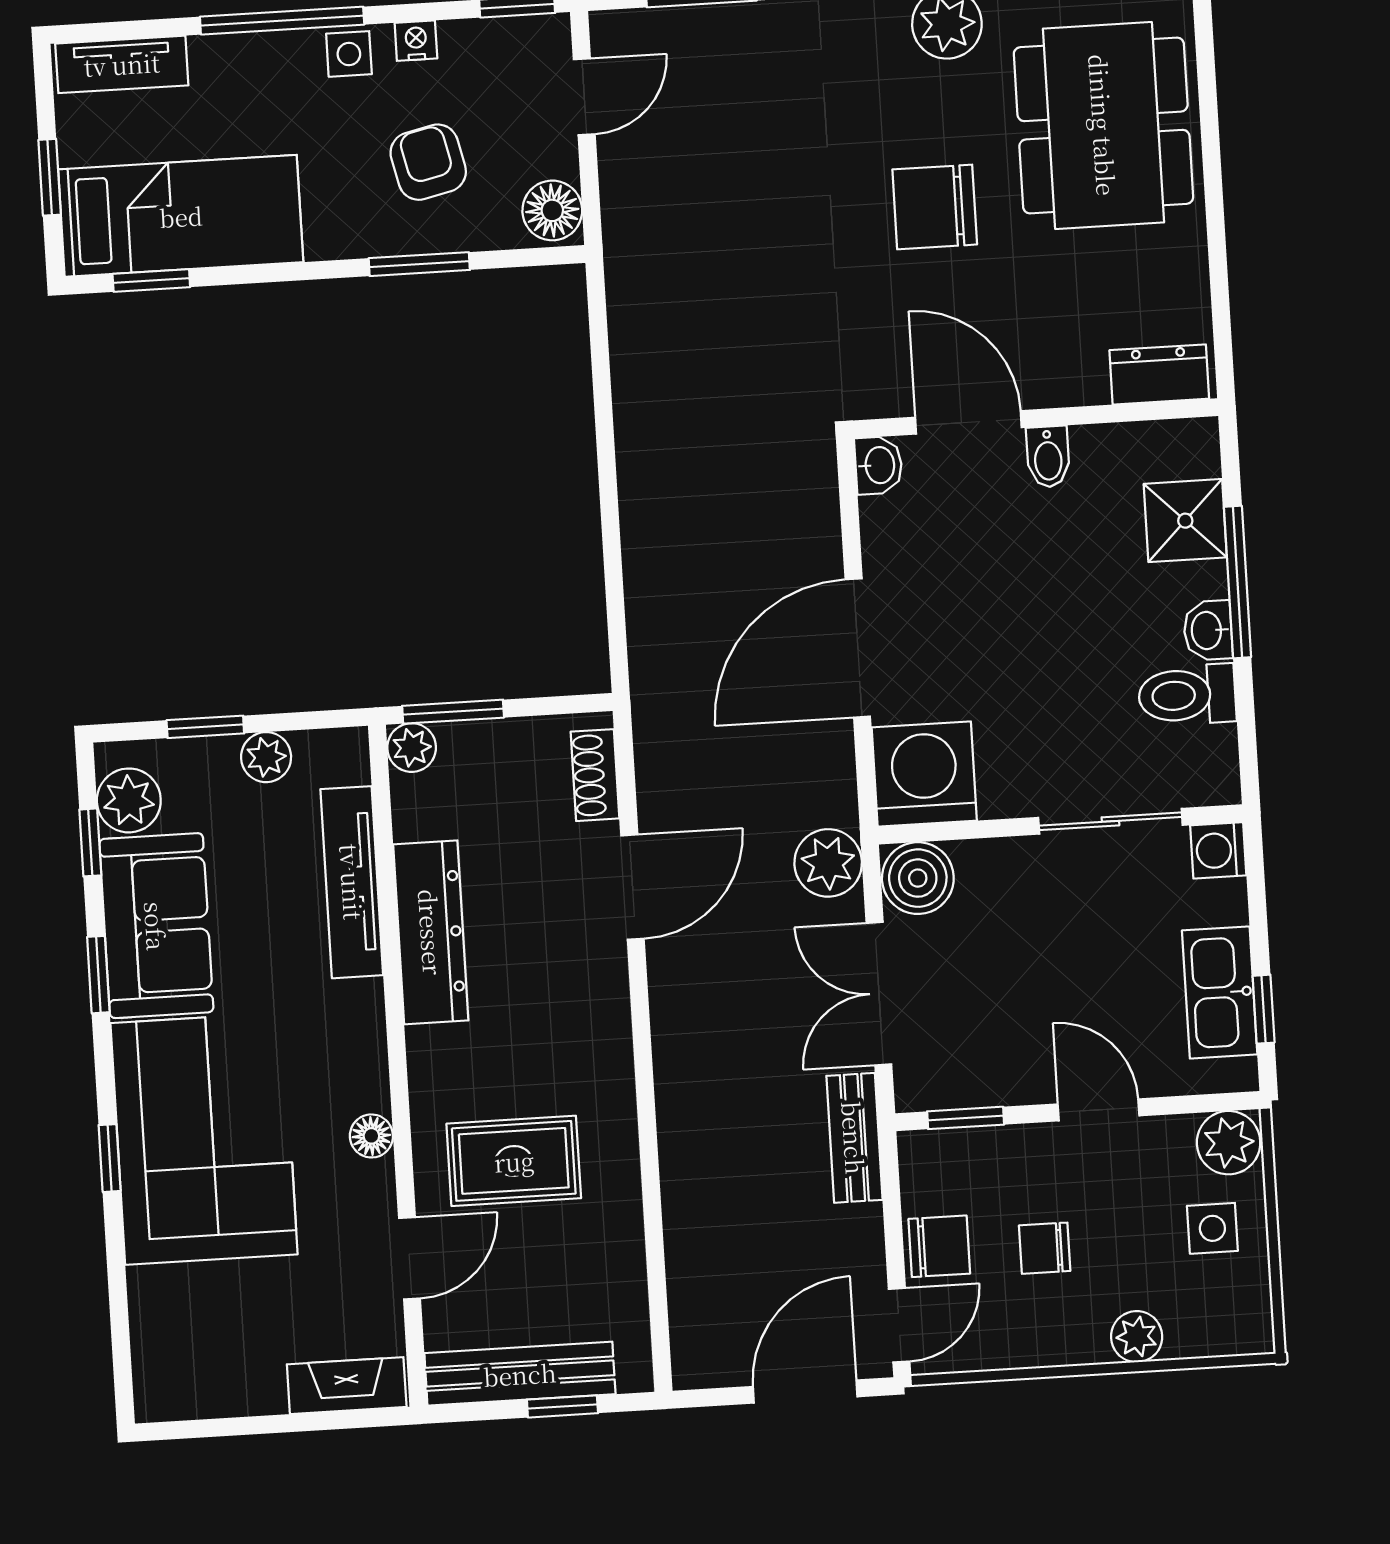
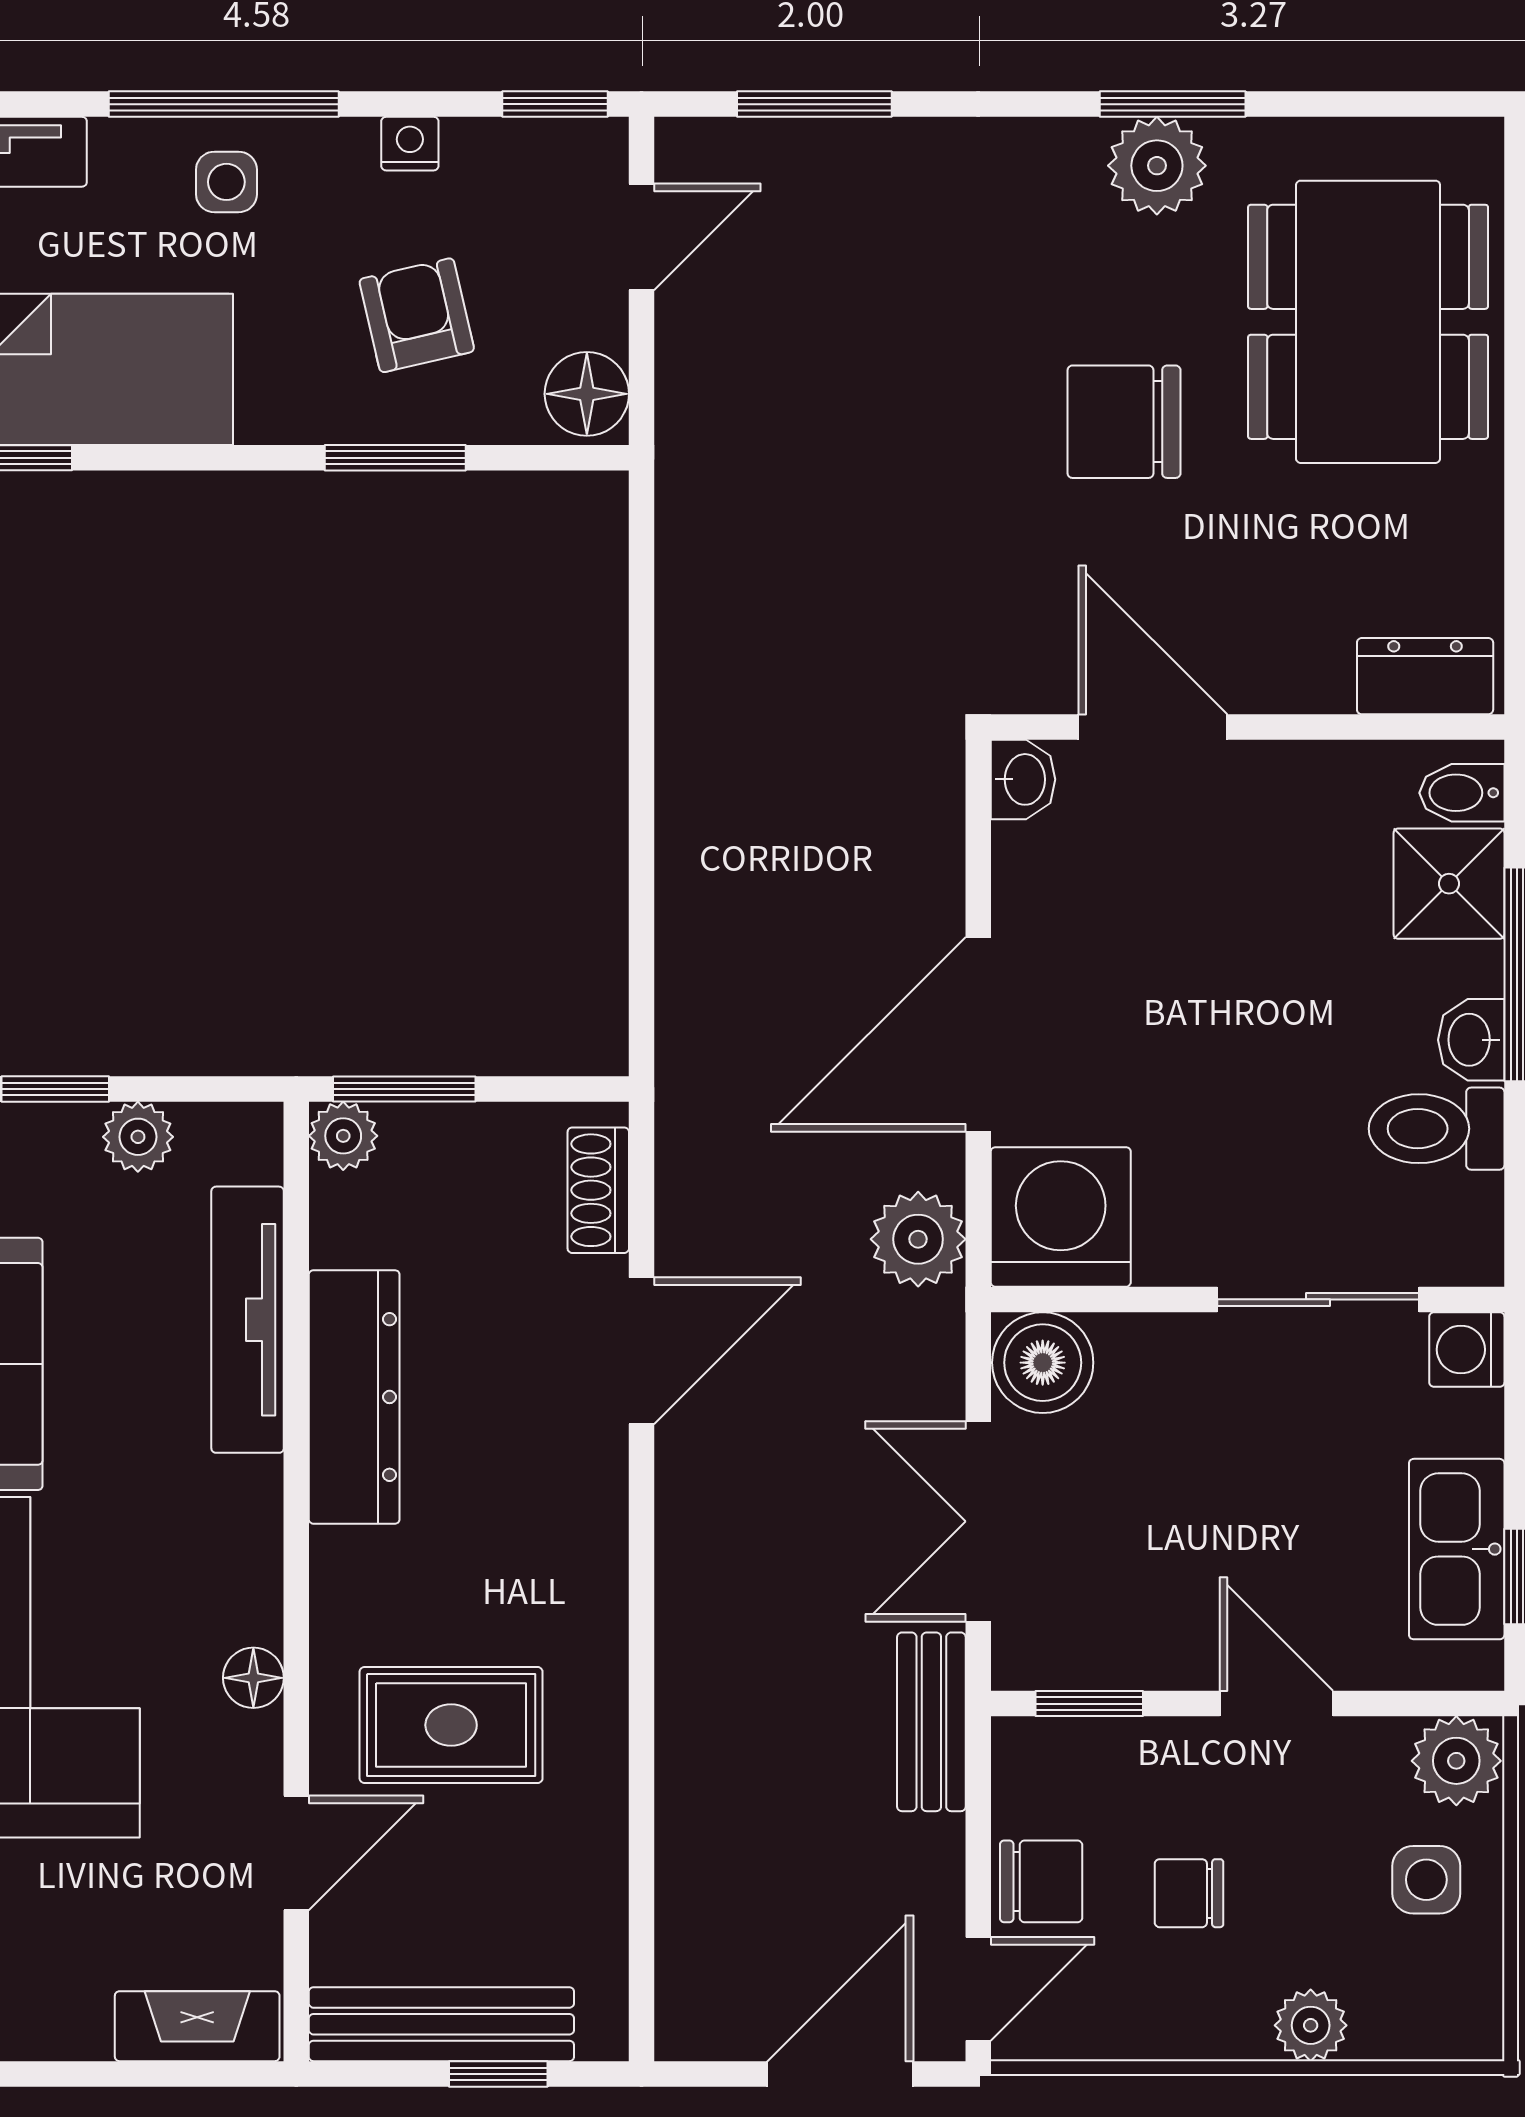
side table: (349, 54) -> (226, 182), moved
bidet: (1048, 457) -> (1462, 793), moved, turned 90
plant: (828, 863) -> (918, 1239), moved

